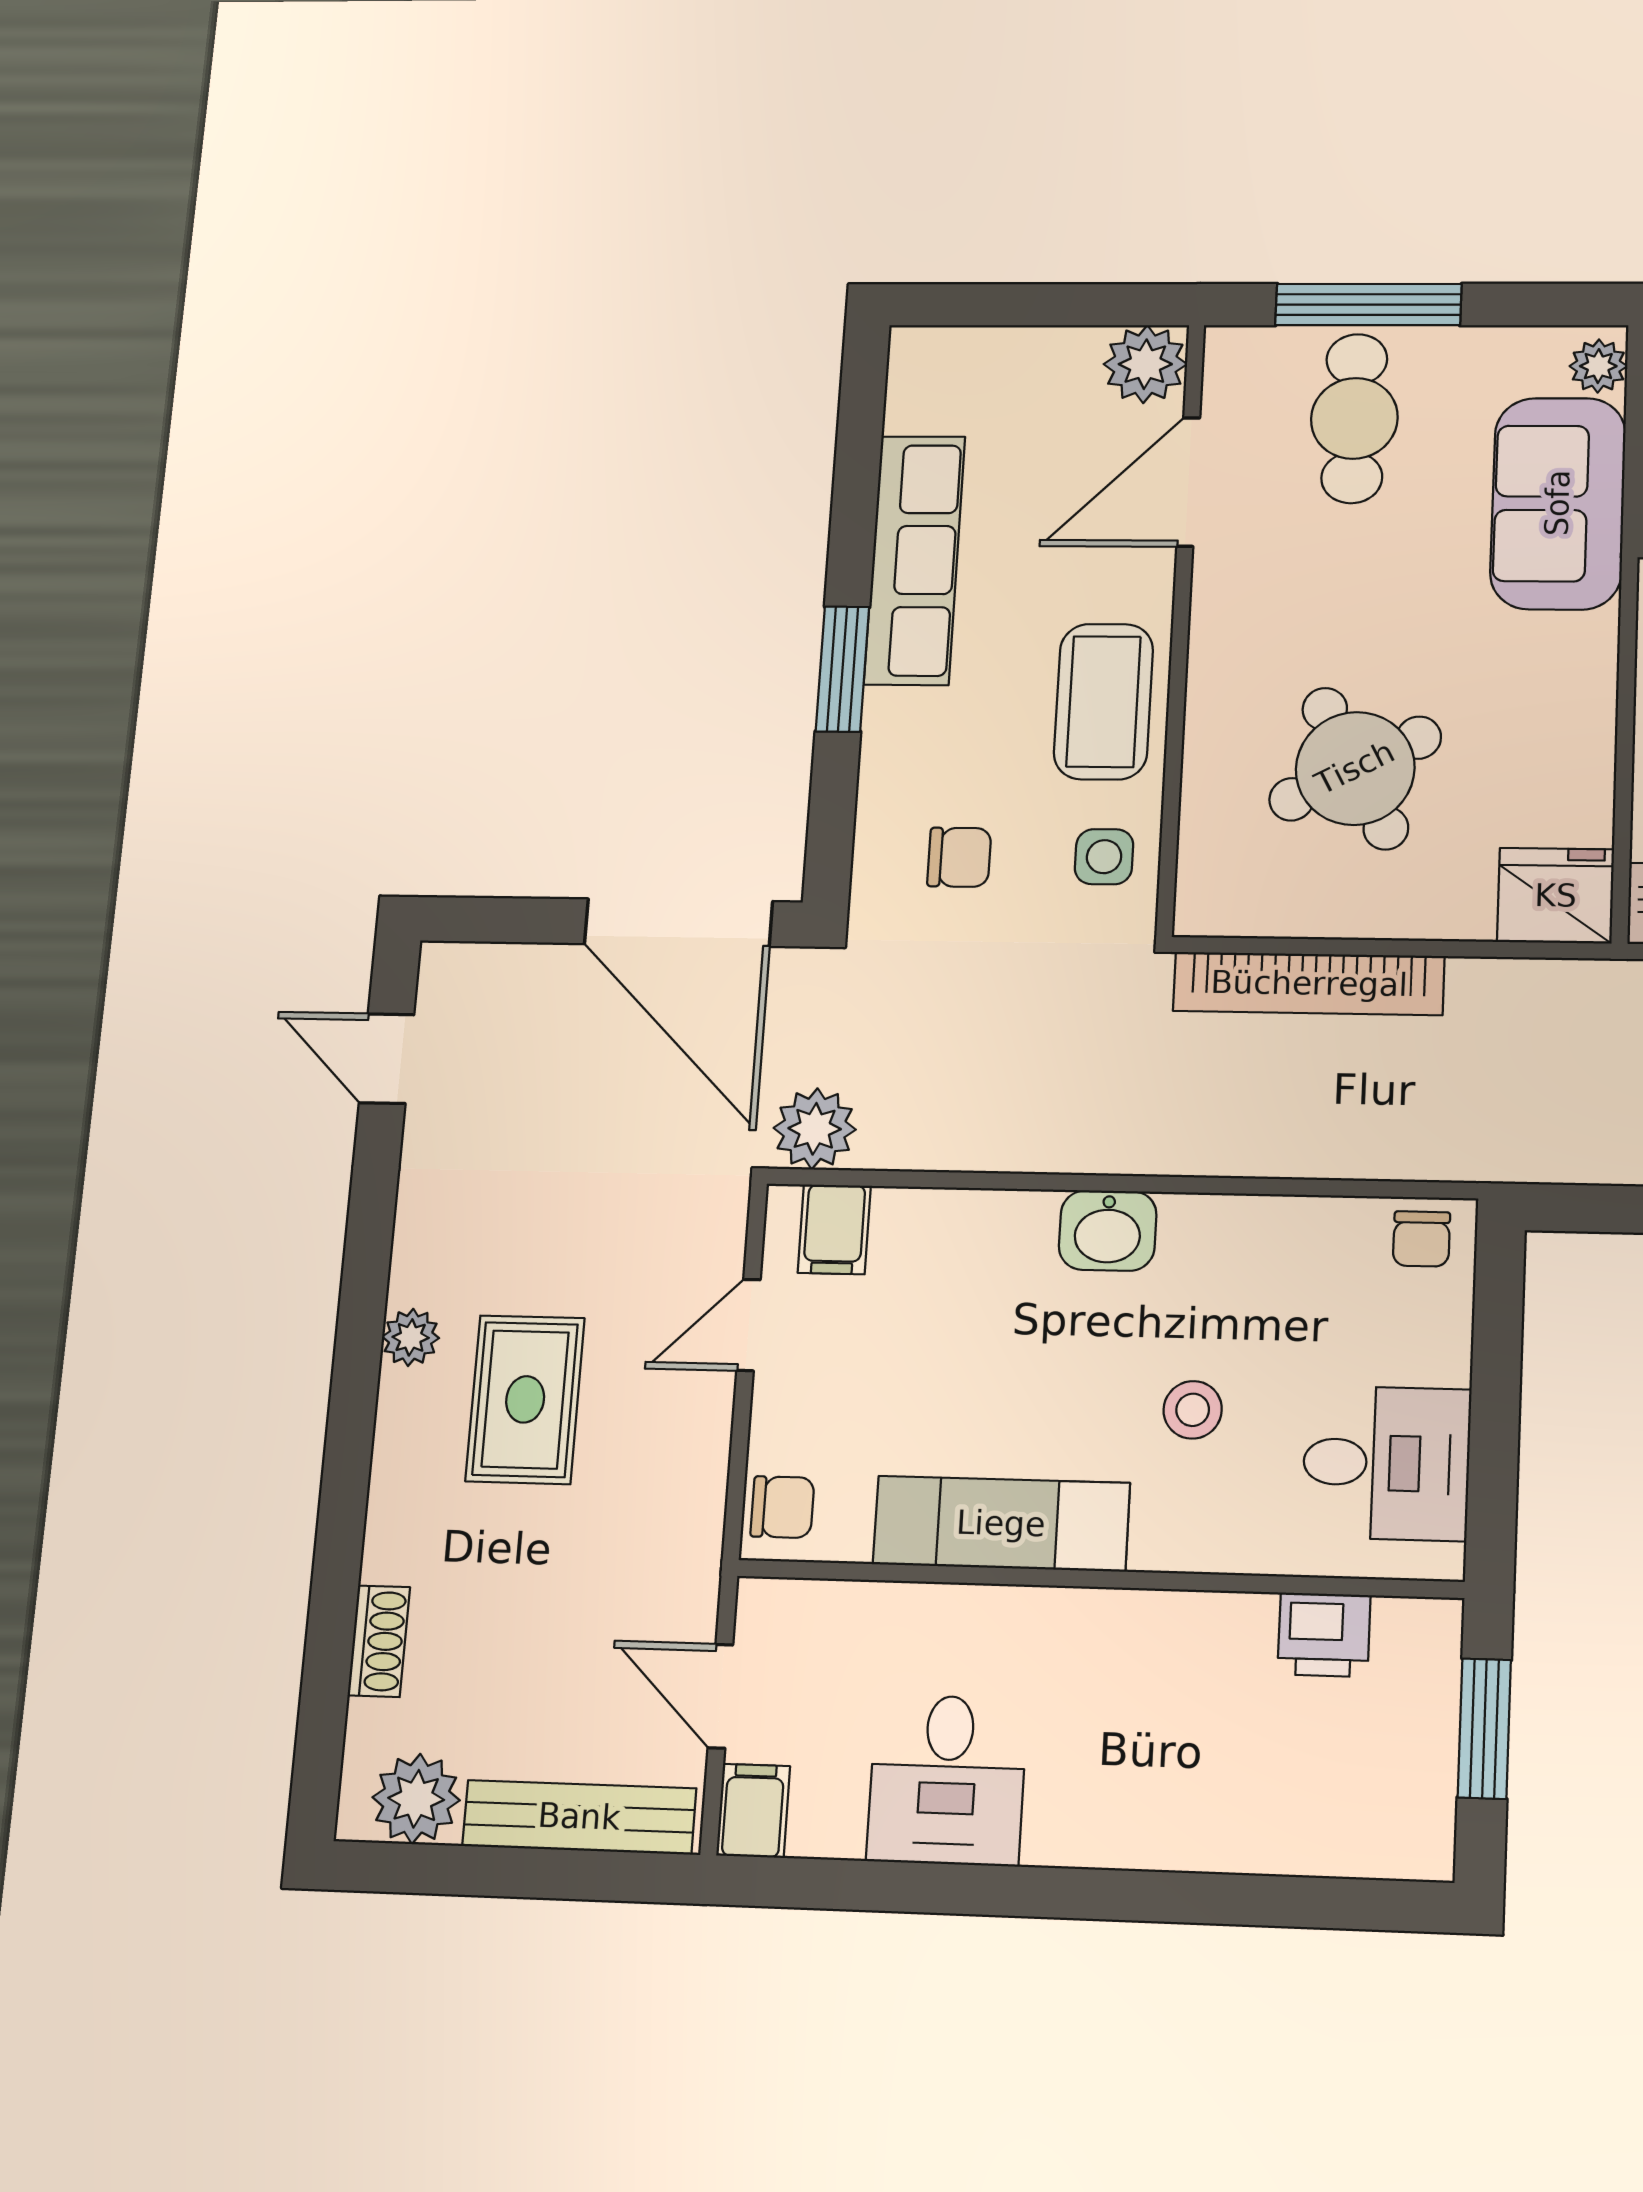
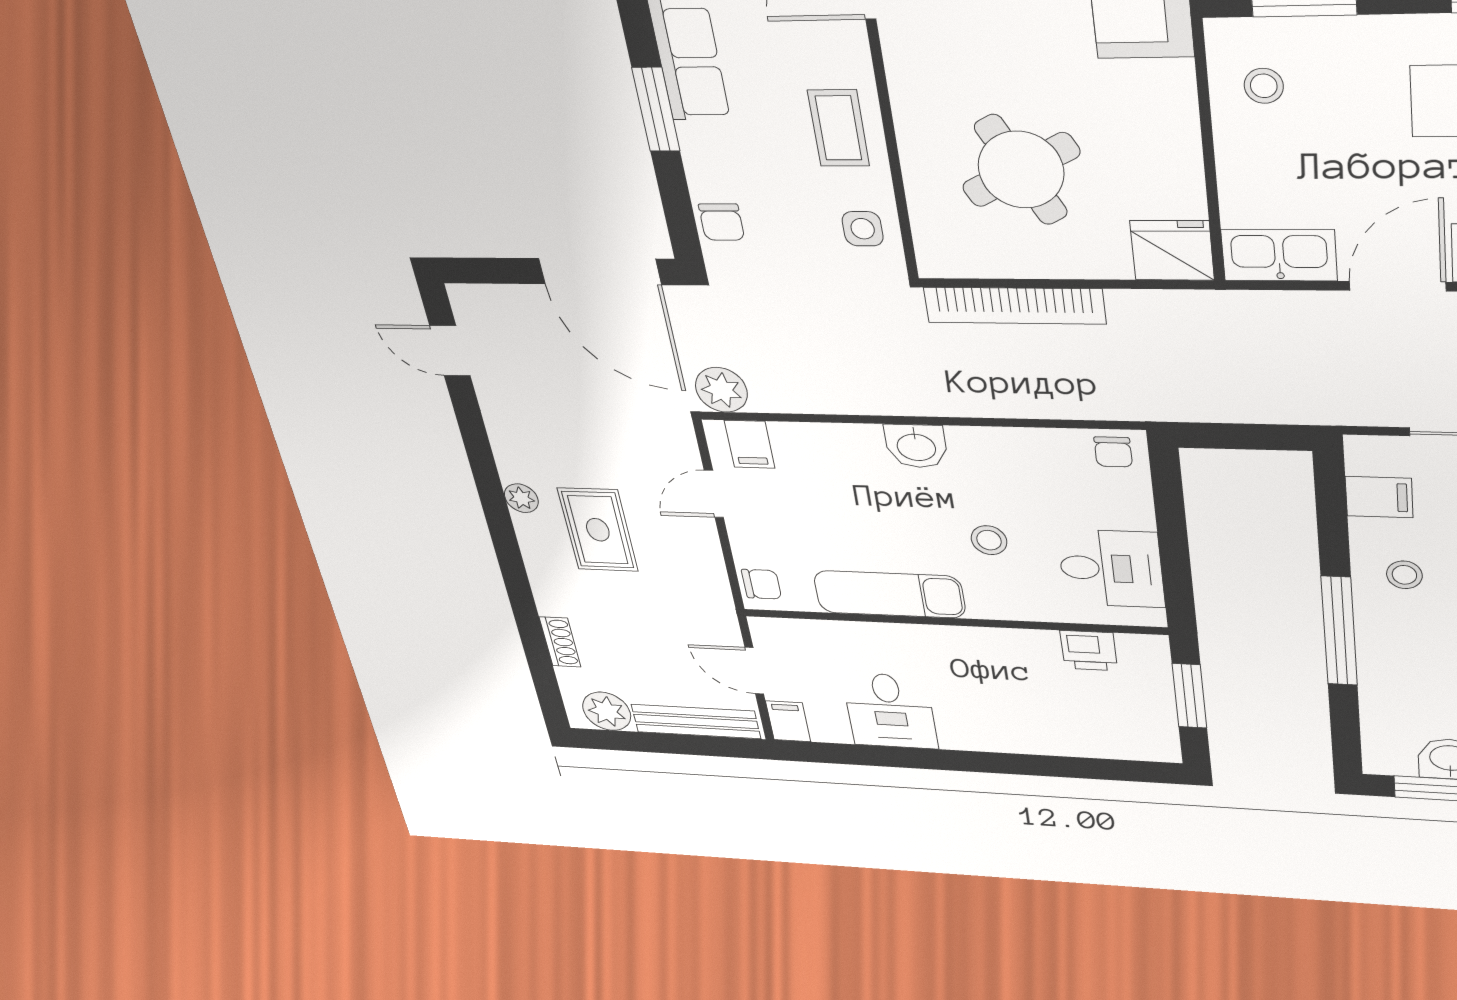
coffee table: (1103, 702) -> (838, 128), width x0.73, depth x0.77
chair: (959, 857) -> (722, 222), moved, turned 90

